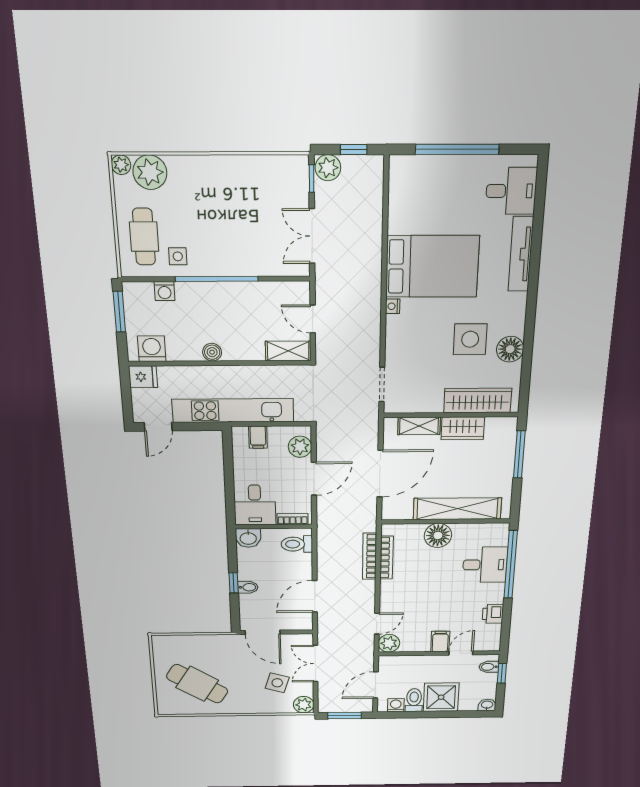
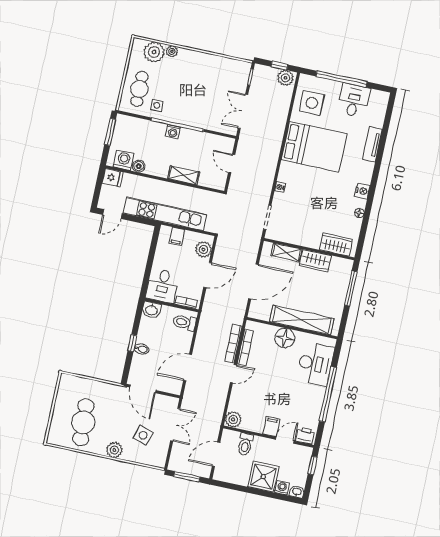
plant: (121, 165) -> (172, 51), moved
plant: (328, 168) -> (285, 78), moved
desk: (511, 191) -> (354, 100), moved, turned -90
tv unit: (521, 254) -> (372, 144), width x0.71
washing machine: (164, 291) -> (173, 132), moved
nightstand: (393, 306) -> (280, 187), moved
nightstand: (516, 317) -> (362, 191), added
side table: (470, 339) -> (312, 103), moved
floor lamp: (510, 349) -> (359, 213), width x0.53, depth x0.53
shelving: (288, 351) -> (184, 175), moved
boiler: (212, 352) -> (139, 166), moved
wardrobe: (478, 400) -> (336, 245), width x0.67
desk: (485, 565) -> (315, 364), width x1.37
window: (511, 565) -> (328, 394), moved
printer: (493, 614) -> (305, 435), moved, turned 90
door: (377, 624) -> (233, 374), moved
double door: (315, 664) -> (175, 425), swing flipped
bidet: (489, 667) -> (304, 457), removed
cafe table: (197, 684) -> (83, 422), turned 55
toilet: (414, 700) -> (245, 444), moved, turned 180
plant: (304, 705) -> (114, 450), moved
washing machine: (396, 705) -> (282, 488), moved

